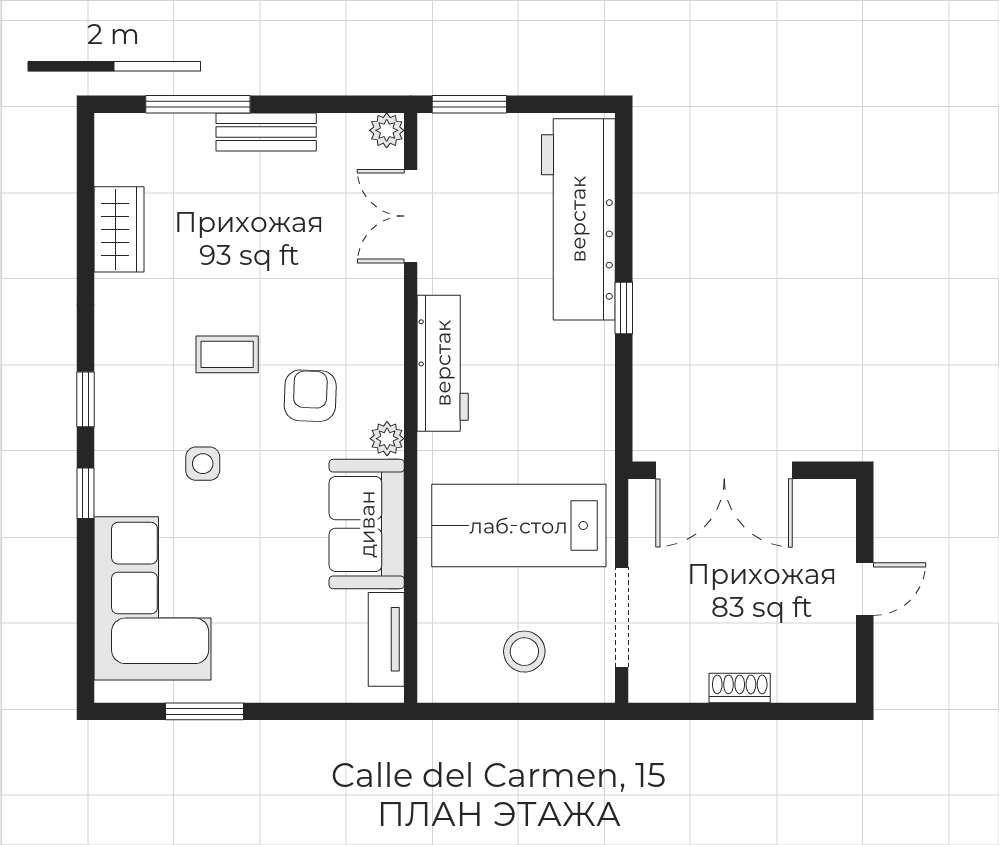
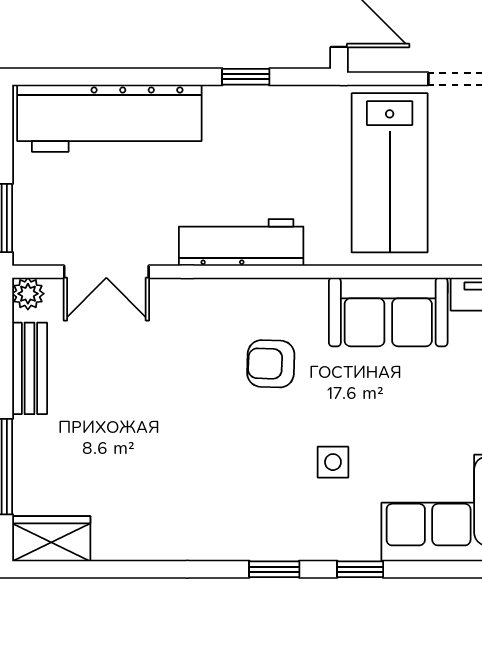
bench: (266, 132) -> (30, 368), moved
wardrobe: (119, 229) -> (51, 539), moved
window: (624, 308) -> (246, 77), moved
coffee table: (227, 354) -> (233, 440), removed
plant: (387, 439) -> (310, 293), removed

